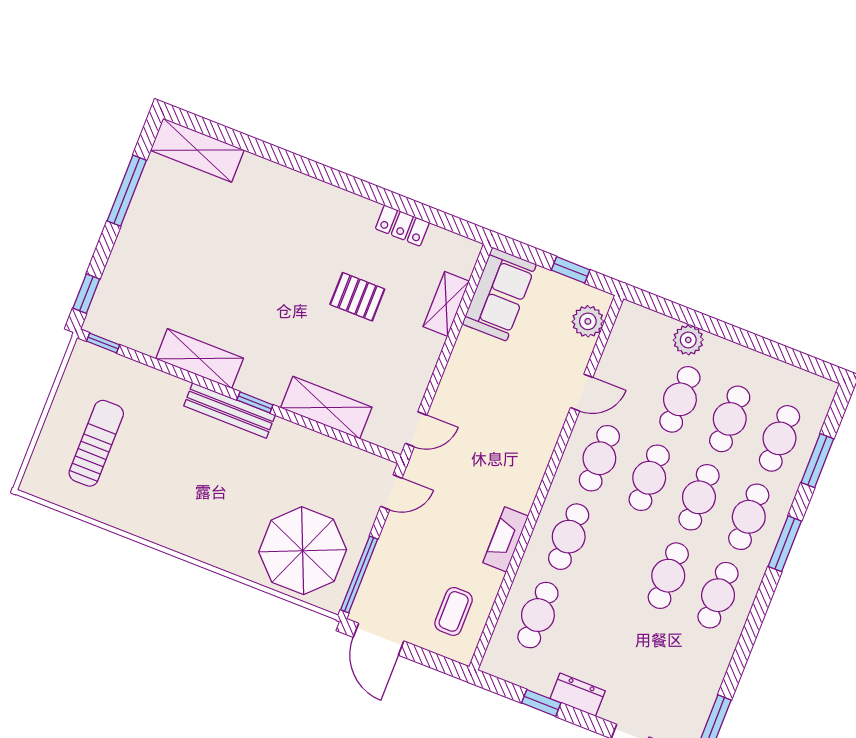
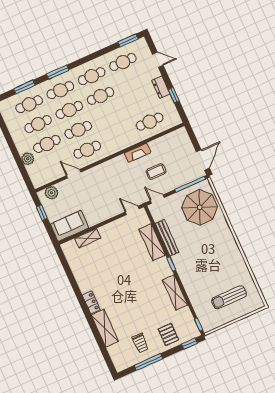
shelving: (197, 150) -> (105, 328), moved
trolley: (173, 210) -> (140, 343), added
locker: (402, 226) -> (91, 302), moved
pallet: (357, 297) -> (168, 334), moved
bench: (230, 410) -> (167, 238), moved
cafe table: (569, 537) -> (123, 62), moved
coffee table: (454, 611) -> (156, 172), moved

